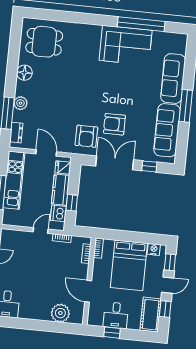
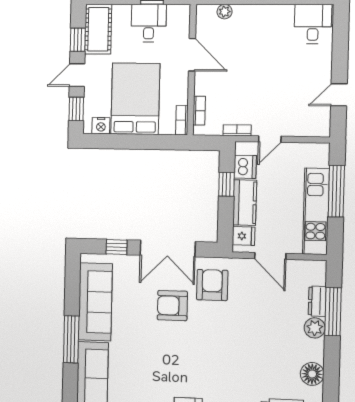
armchair: (114, 124) -> (172, 306), turned 180
dresser: (16, 133) -> (317, 301), moved
plant: (60, 313) -> (225, 12), width x0.53, depth x0.53

